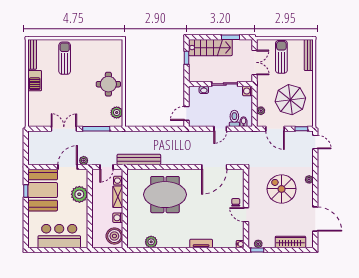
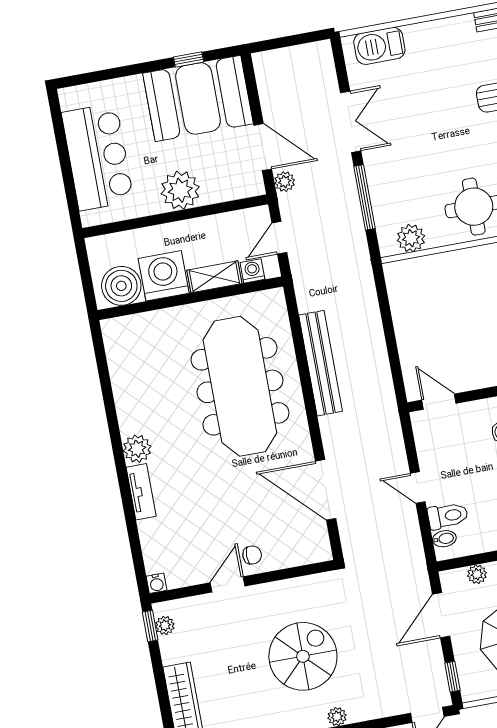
barbecue: (35, 81) -> (379, 46), moved
bench: (139, 159) -> (321, 363), moved
door: (107, 167) -> (279, 238), hinge flipped
plant: (79, 194) -> (180, 190), moved
meeting table: (165, 195) -> (240, 386), width x1.36
washing machine: (118, 218) -> (164, 276), width x1.89, depth x1.89
plant: (151, 242) -> (137, 449), moved

